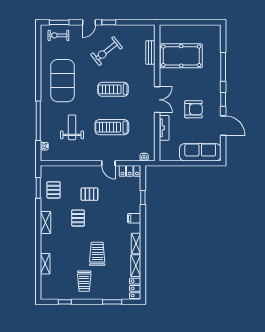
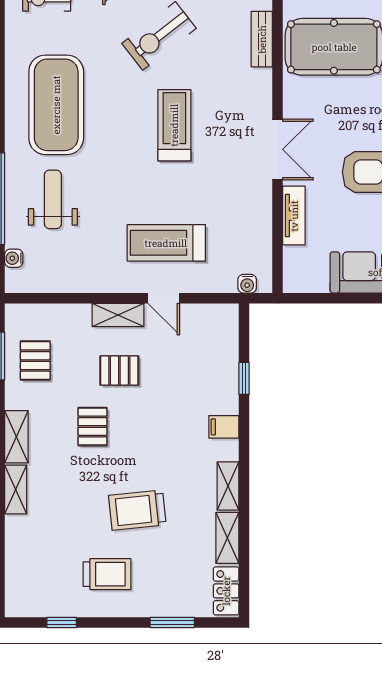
treadmill: (113, 89) -> (174, 125), turned 90
weight bench: (72, 127) -> (53, 199), moved
treadmill: (112, 127) -> (166, 243), moved
shelving: (89, 170) -> (118, 315), added
locker: (130, 171) -> (213, 316), removed
trolley: (97, 254) -> (137, 510), turned -96
shelving: (45, 264) -> (16, 489), moved
trolley: (84, 281) -> (107, 574), turned -90

